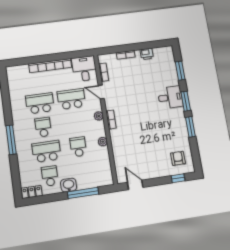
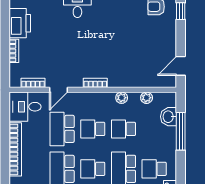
printer: (147, 54) -> (20, 23), width x1.87, depth x1.48
plant: (99, 116) -> (147, 98), moved
school desk: (75, 123) -> (93, 129), added
washbasin: (69, 185) -> (169, 117), moved

